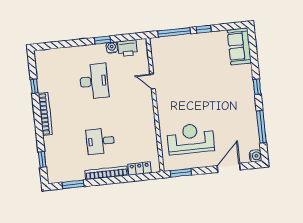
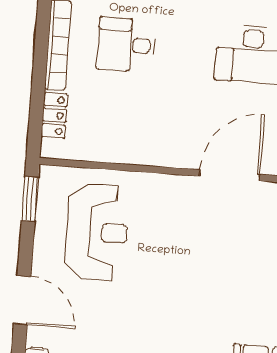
door: (153, 82) -> (229, 175), width x1.87
desk: (100, 141) -> (126, 45), turned -90

